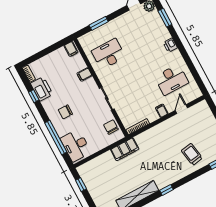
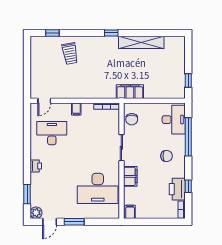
window: (99, 23) -> (74, 222), moved
desk: (108, 54) -> (98, 188), width x1.36, depth x1.30
filing cabinet: (84, 74) -> (130, 176), width x2.00
door: (181, 109) -> (44, 101), moved

